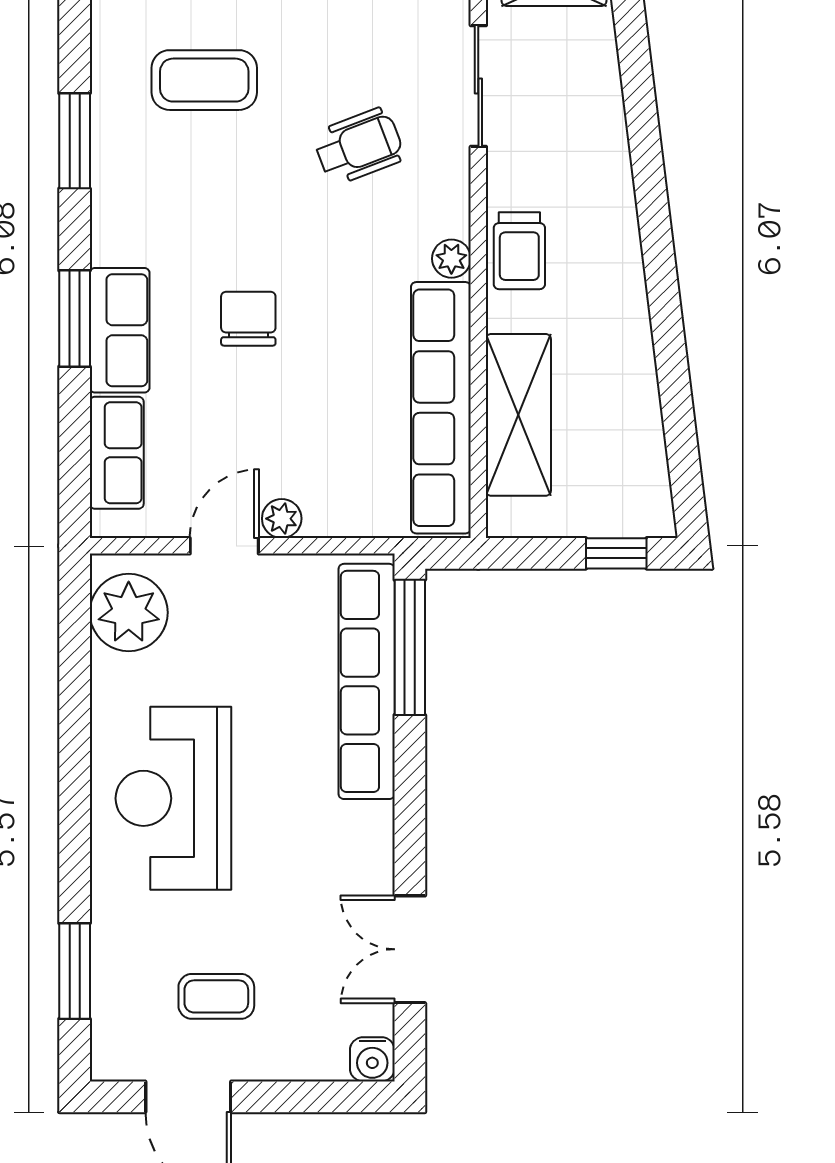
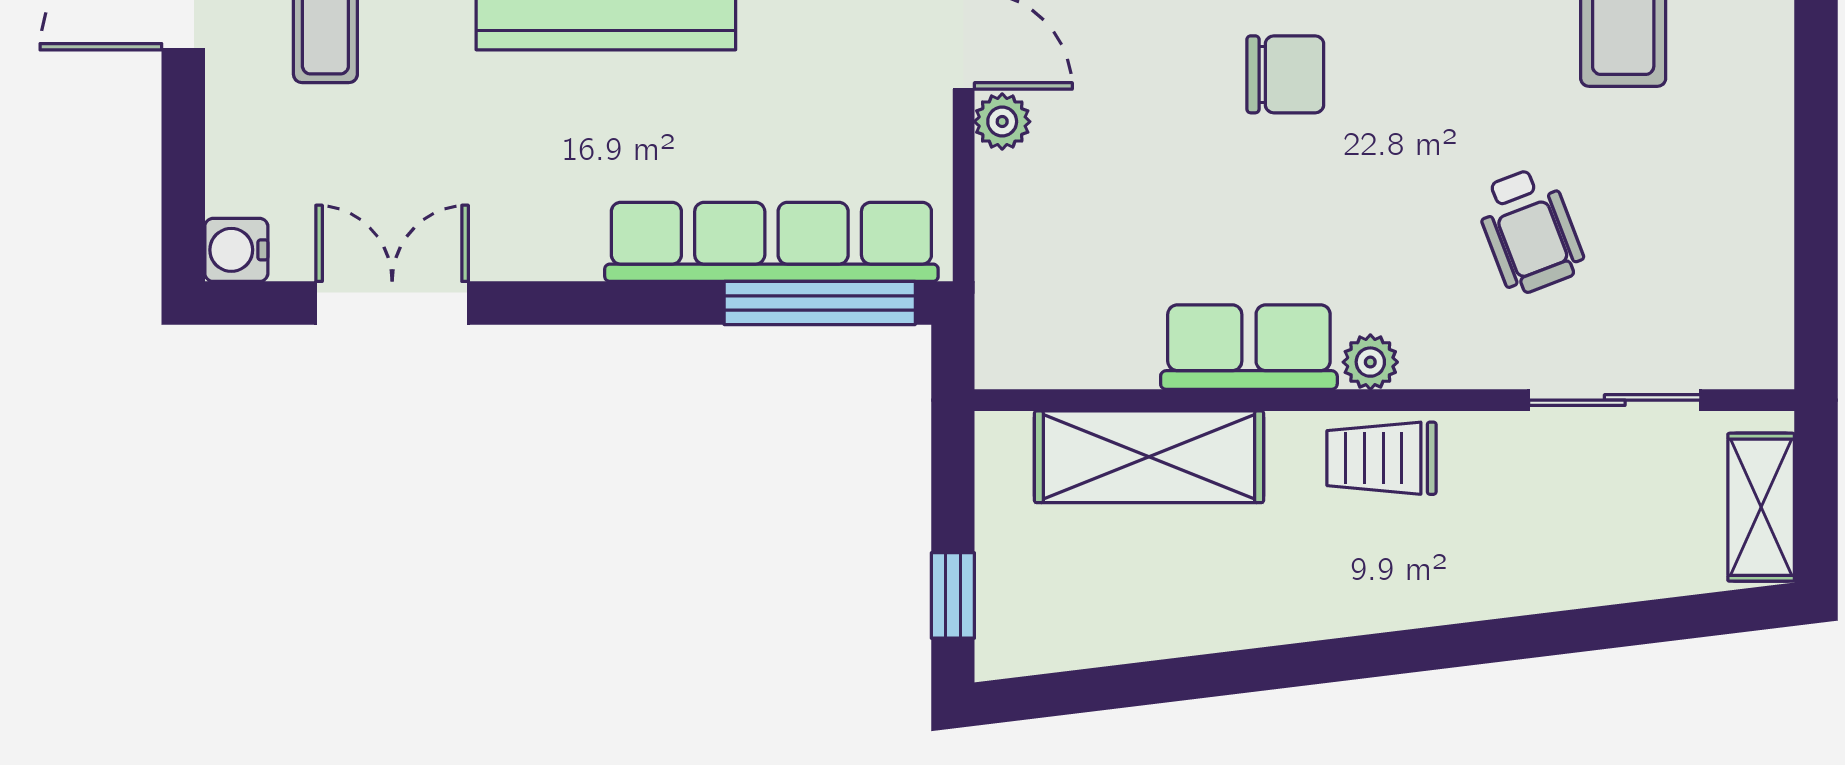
row of seats: (441, 408) -> (1249, 347), width x0.50

